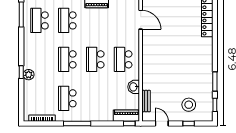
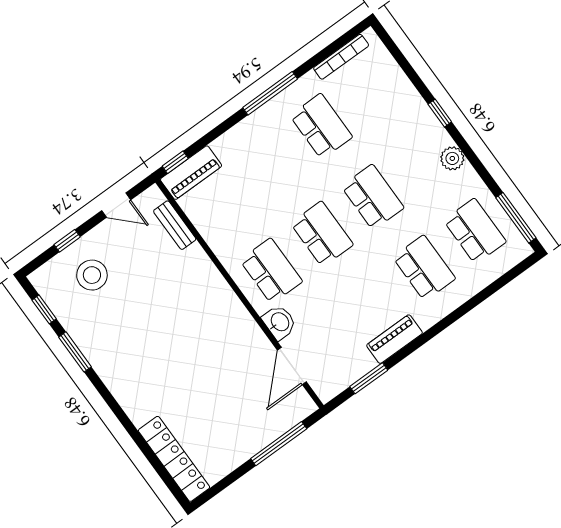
door: (141, 20) -> (292, 366), hinge flipped
plant: (29, 75) -> (452, 158), moved
washbasin: (134, 87) -> (279, 322), moved

